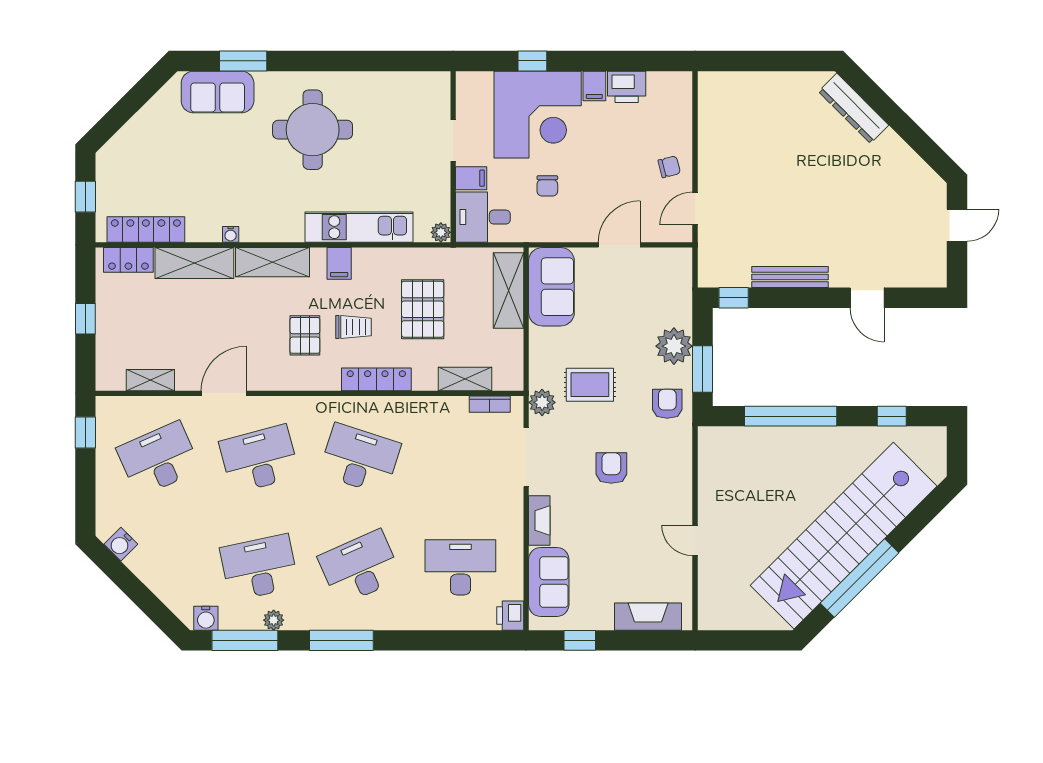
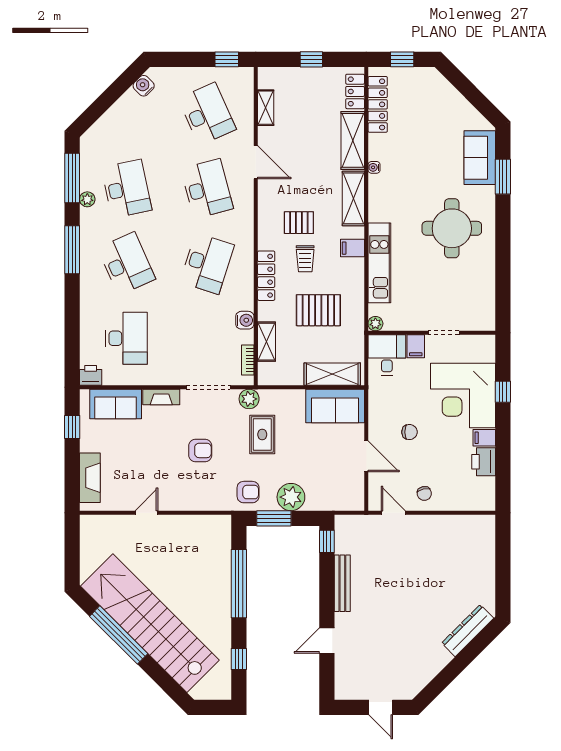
chair: (547, 186) -> (410, 432), moved, turned 180
water cooler: (206, 618) -> (245, 320), moved, turned 180

